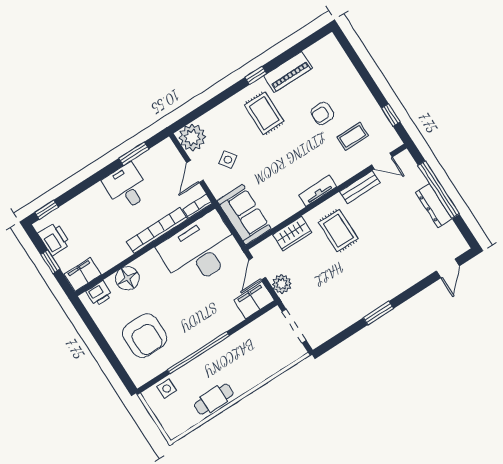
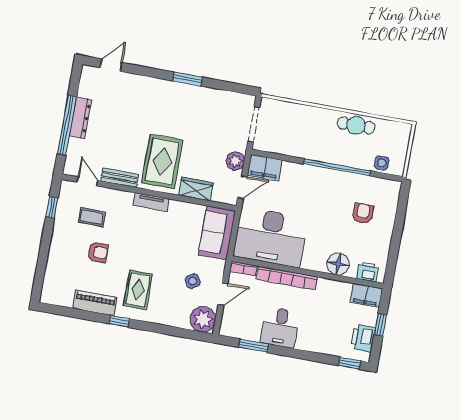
rug: (338, 231) -> (162, 161), width x1.36, depth x1.43
armchair: (145, 336) -> (363, 214), width x0.53, depth x0.53

